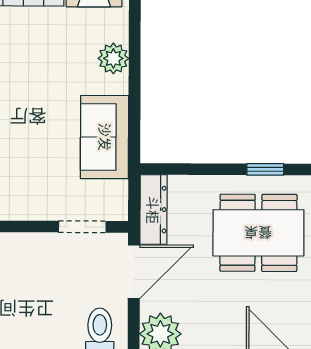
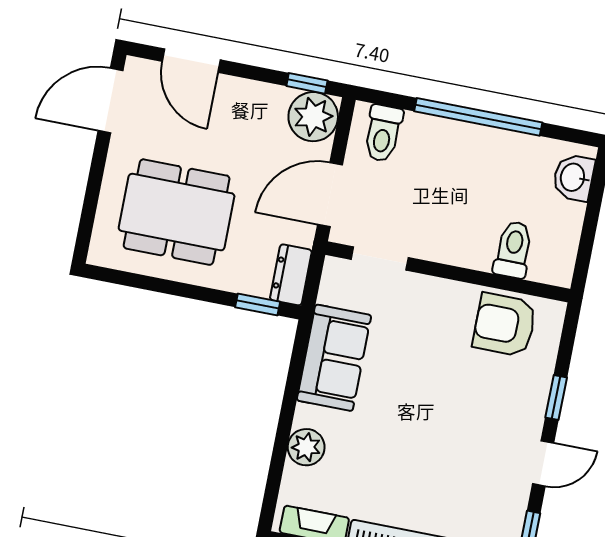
window: (265, 169) -> (258, 305), moved
dresser: (153, 210) -> (291, 275), width x0.70

